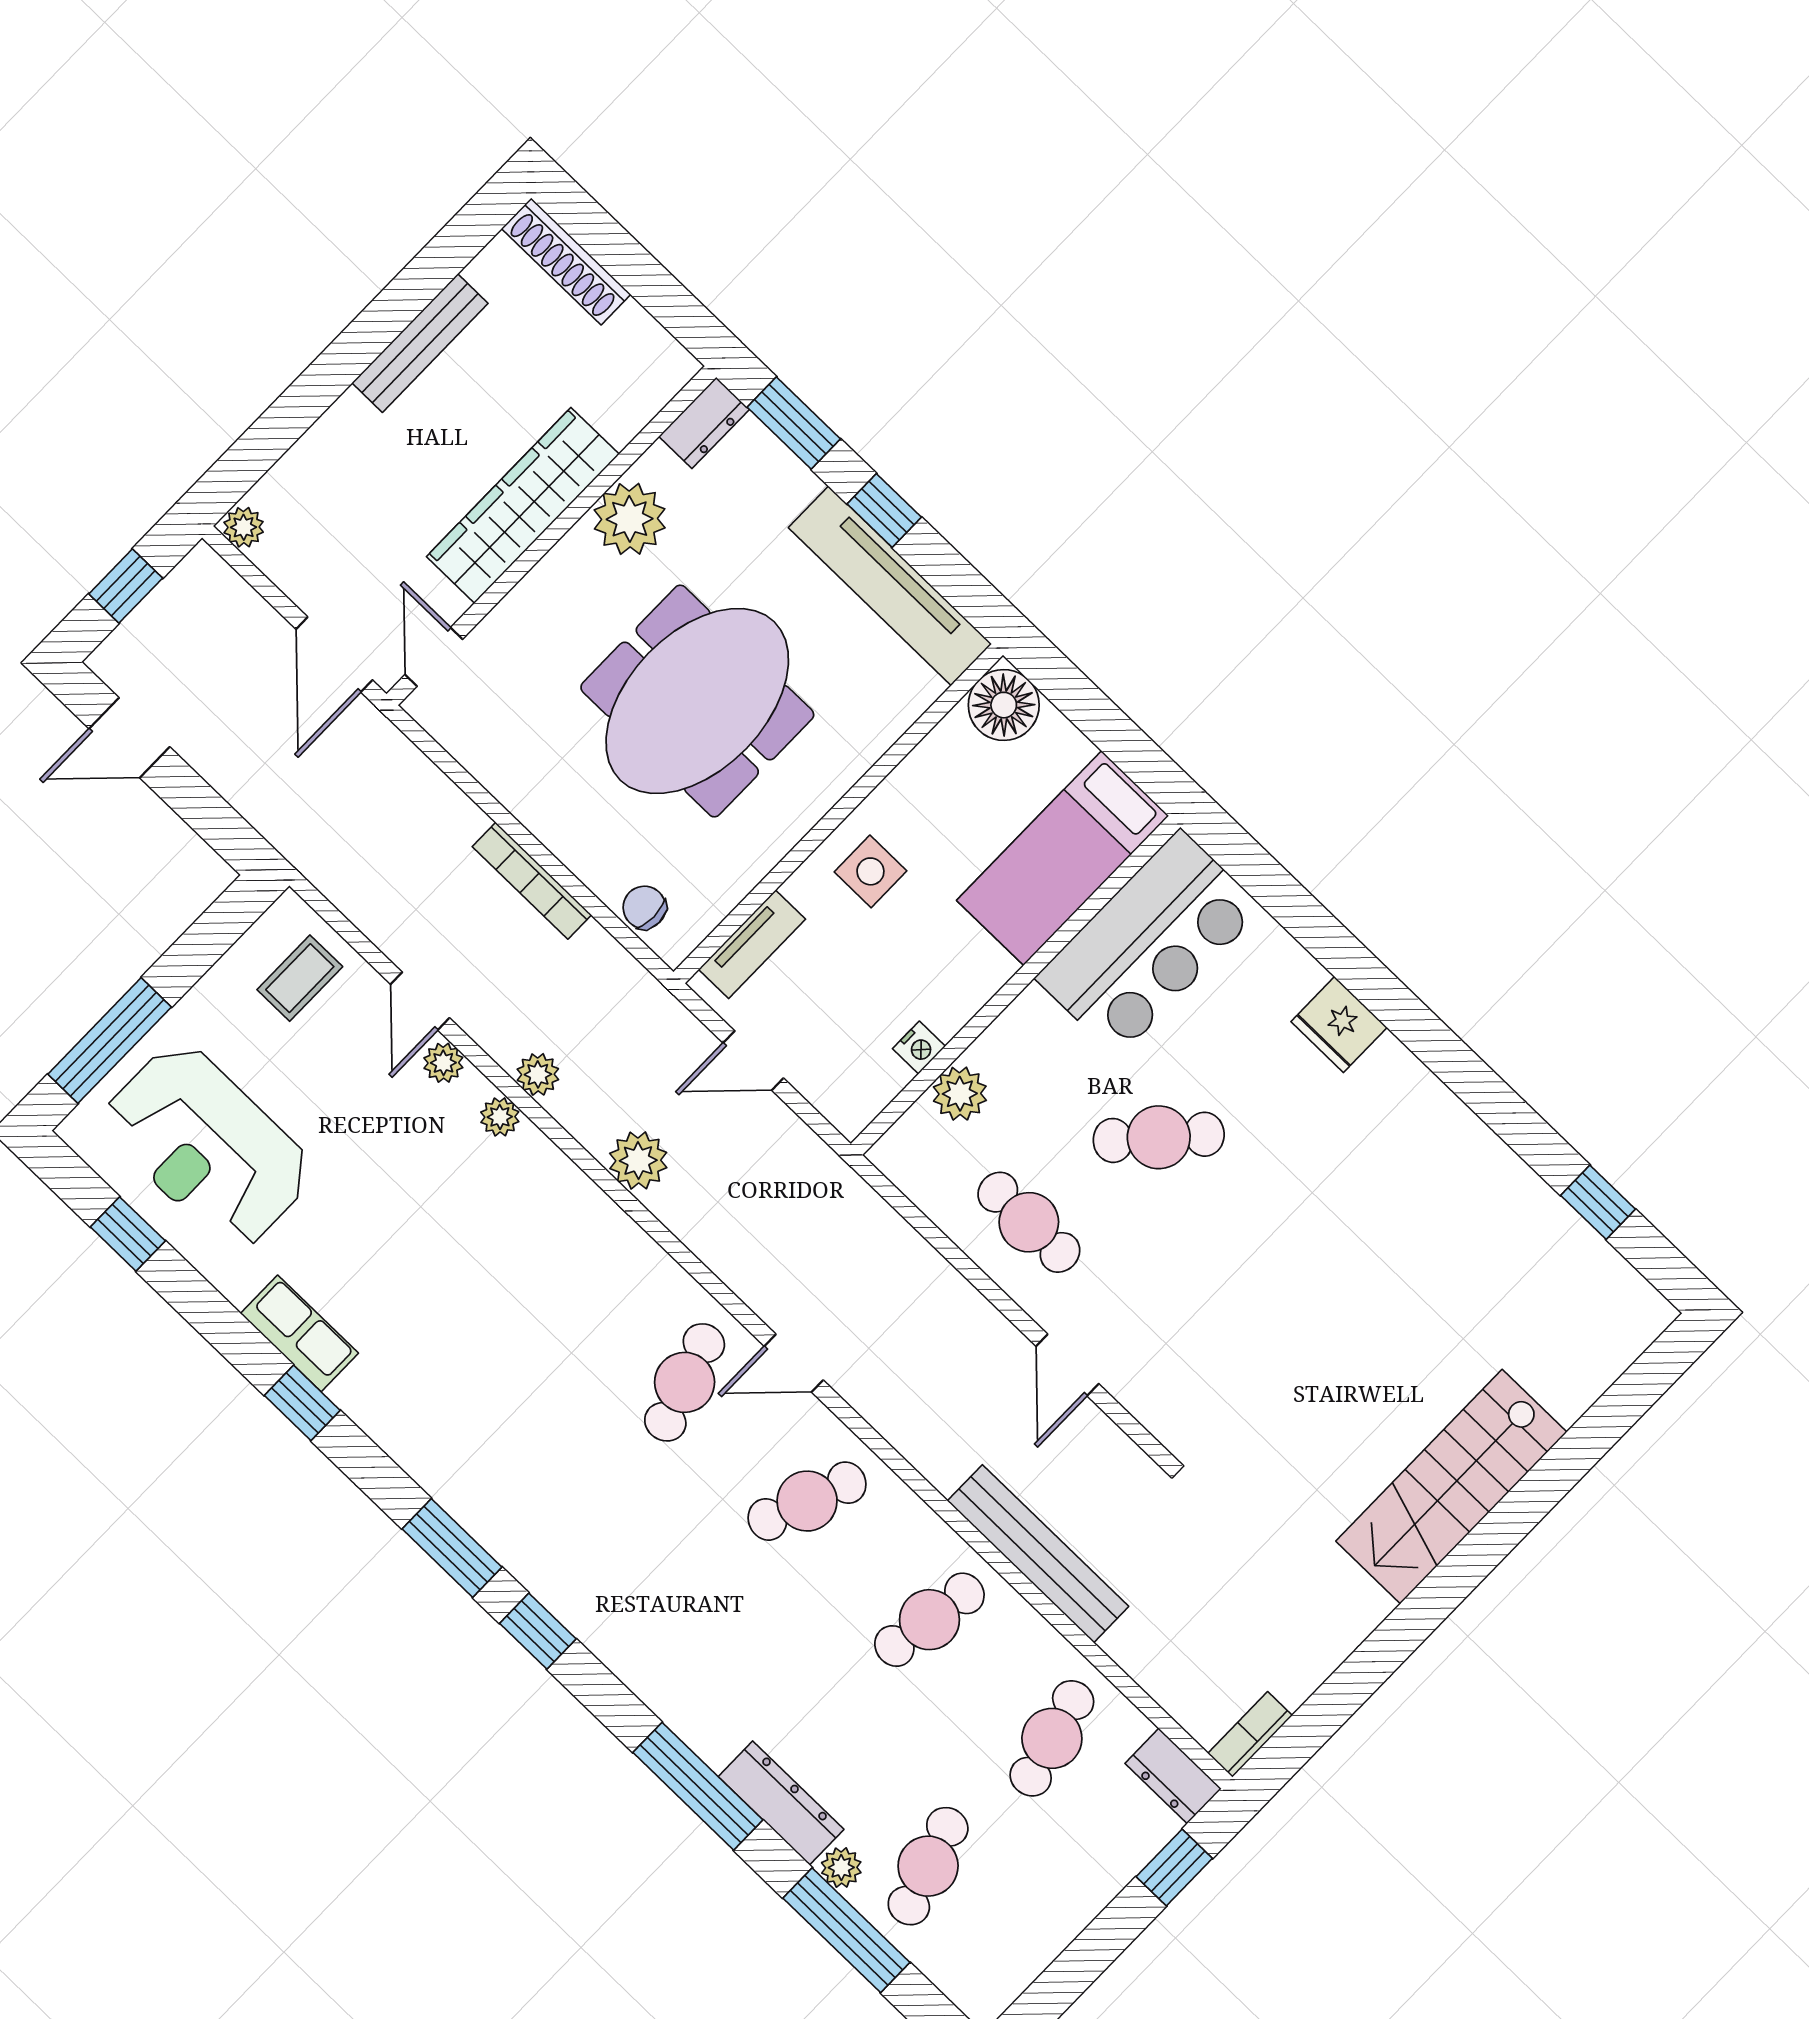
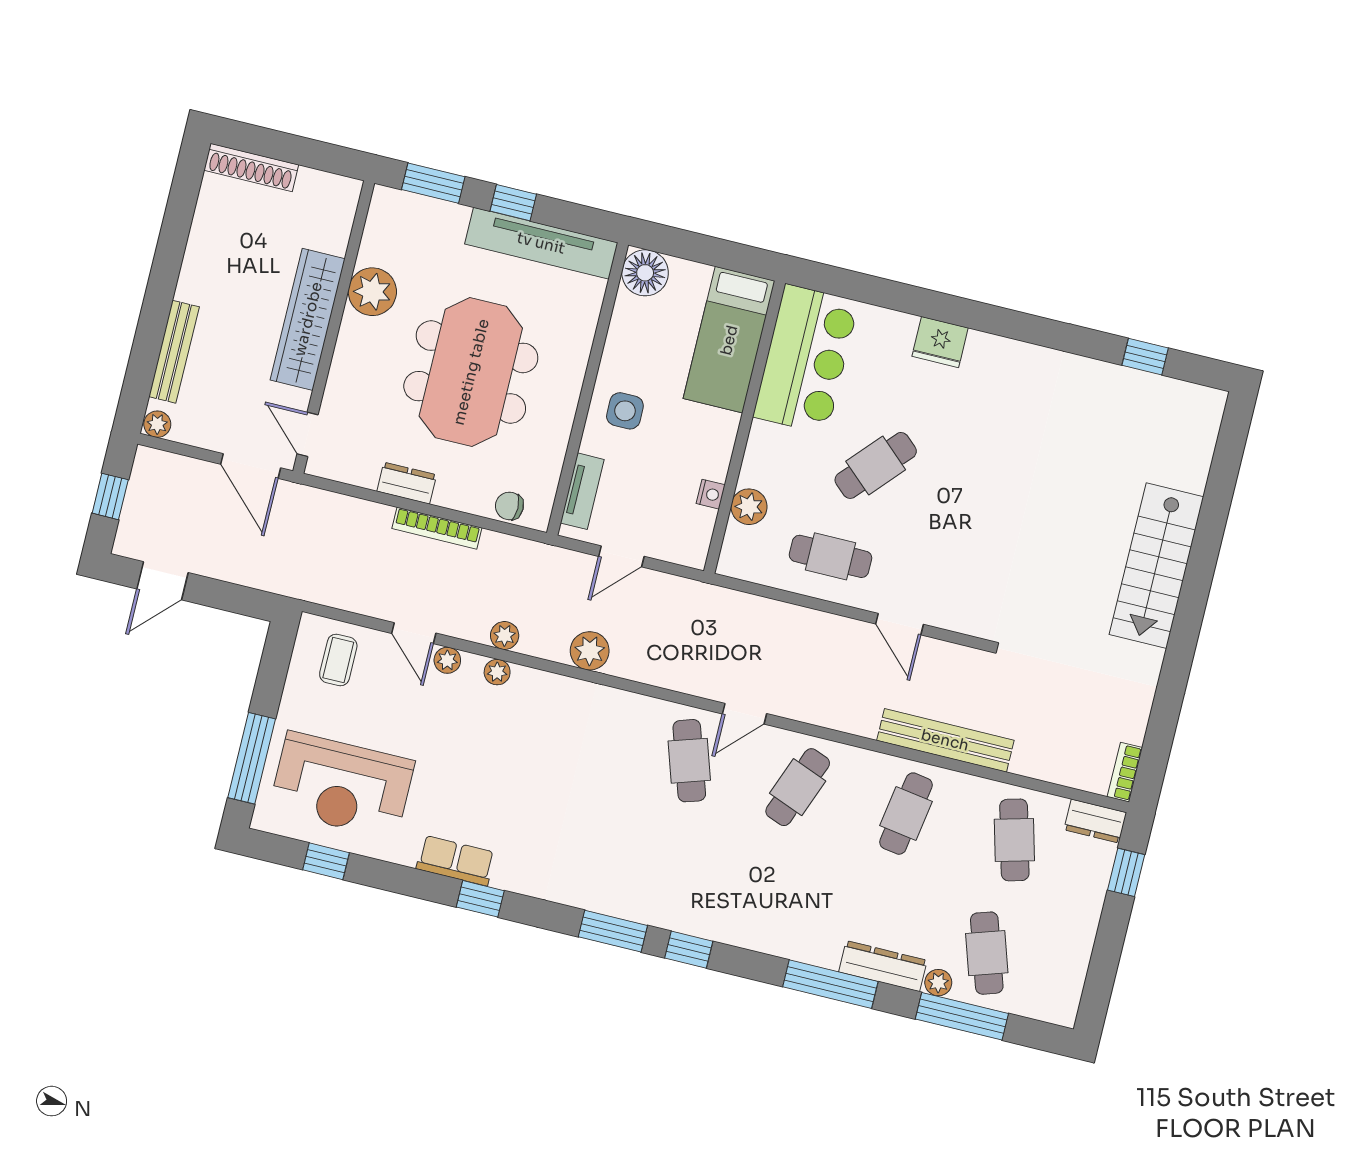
bench: (420, 343) -> (174, 352), moved
dresser: (704, 423) -> (407, 483), moved, turned -90

